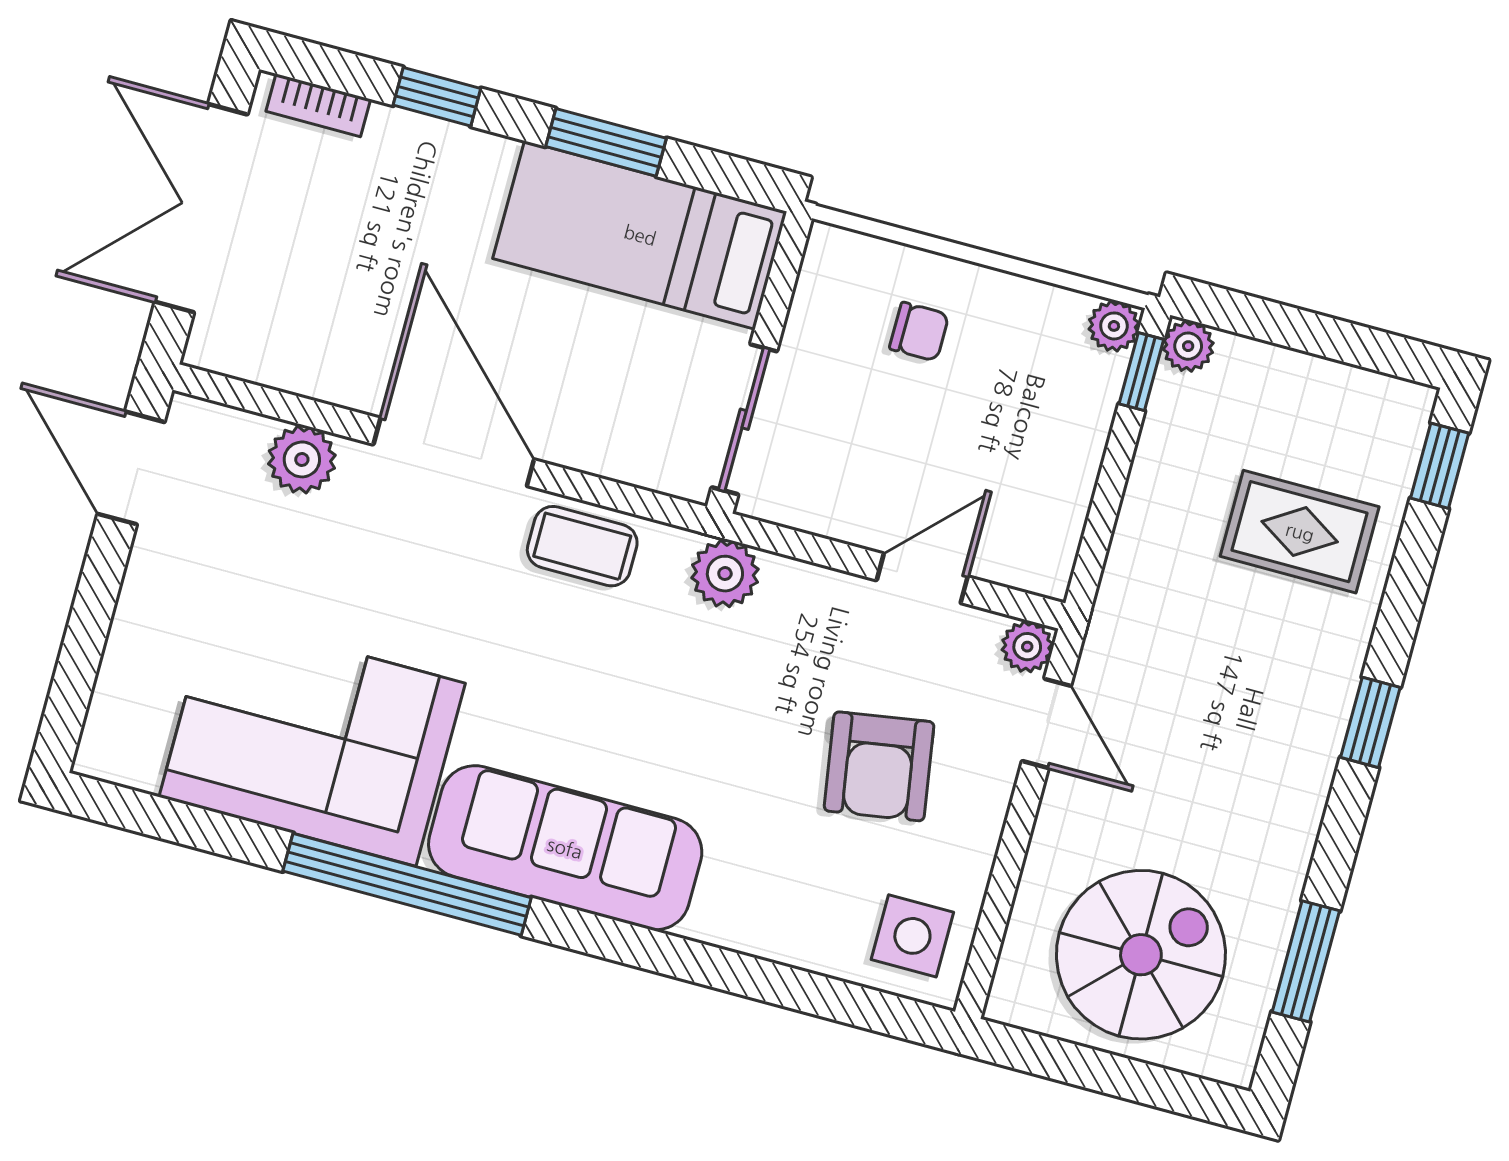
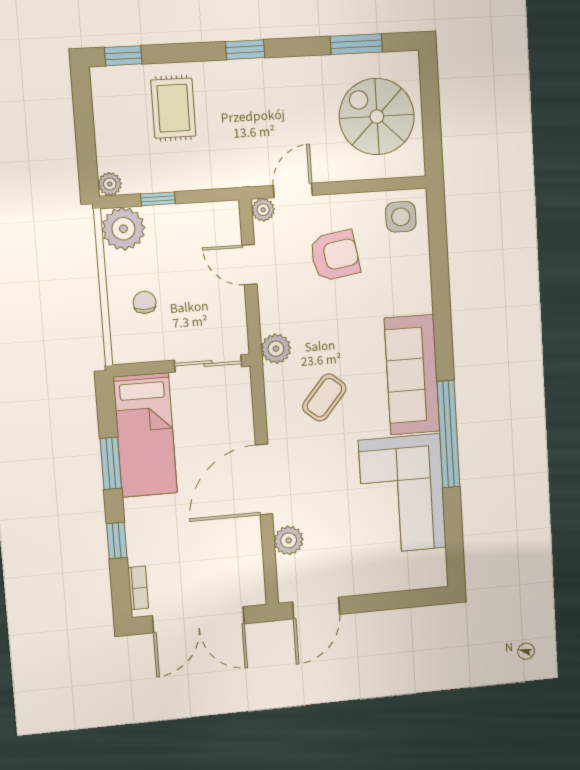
plant: (1114, 326) -> (123, 229), width x1.88, depth x1.88
window: (1141, 372) -> (158, 199), moved
coffee table: (582, 546) -> (324, 398), moved, turned 40

